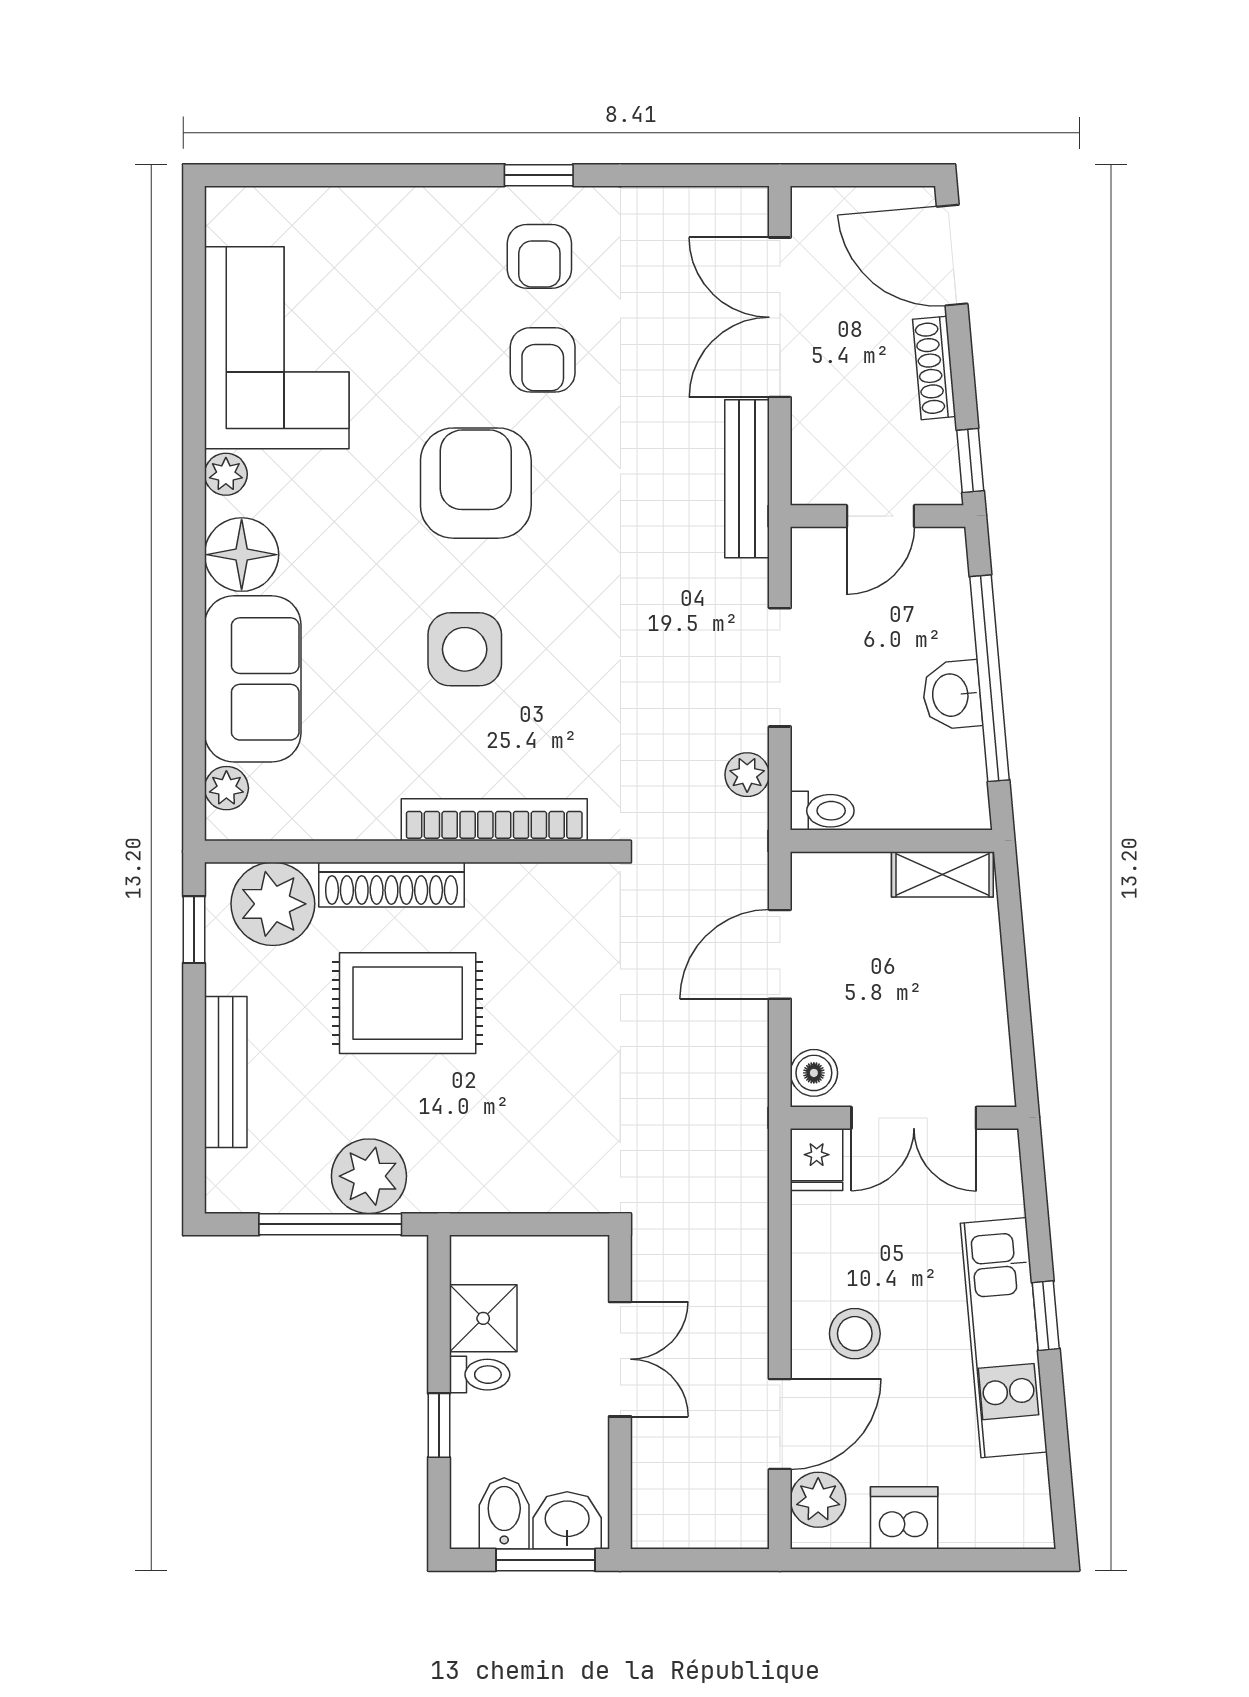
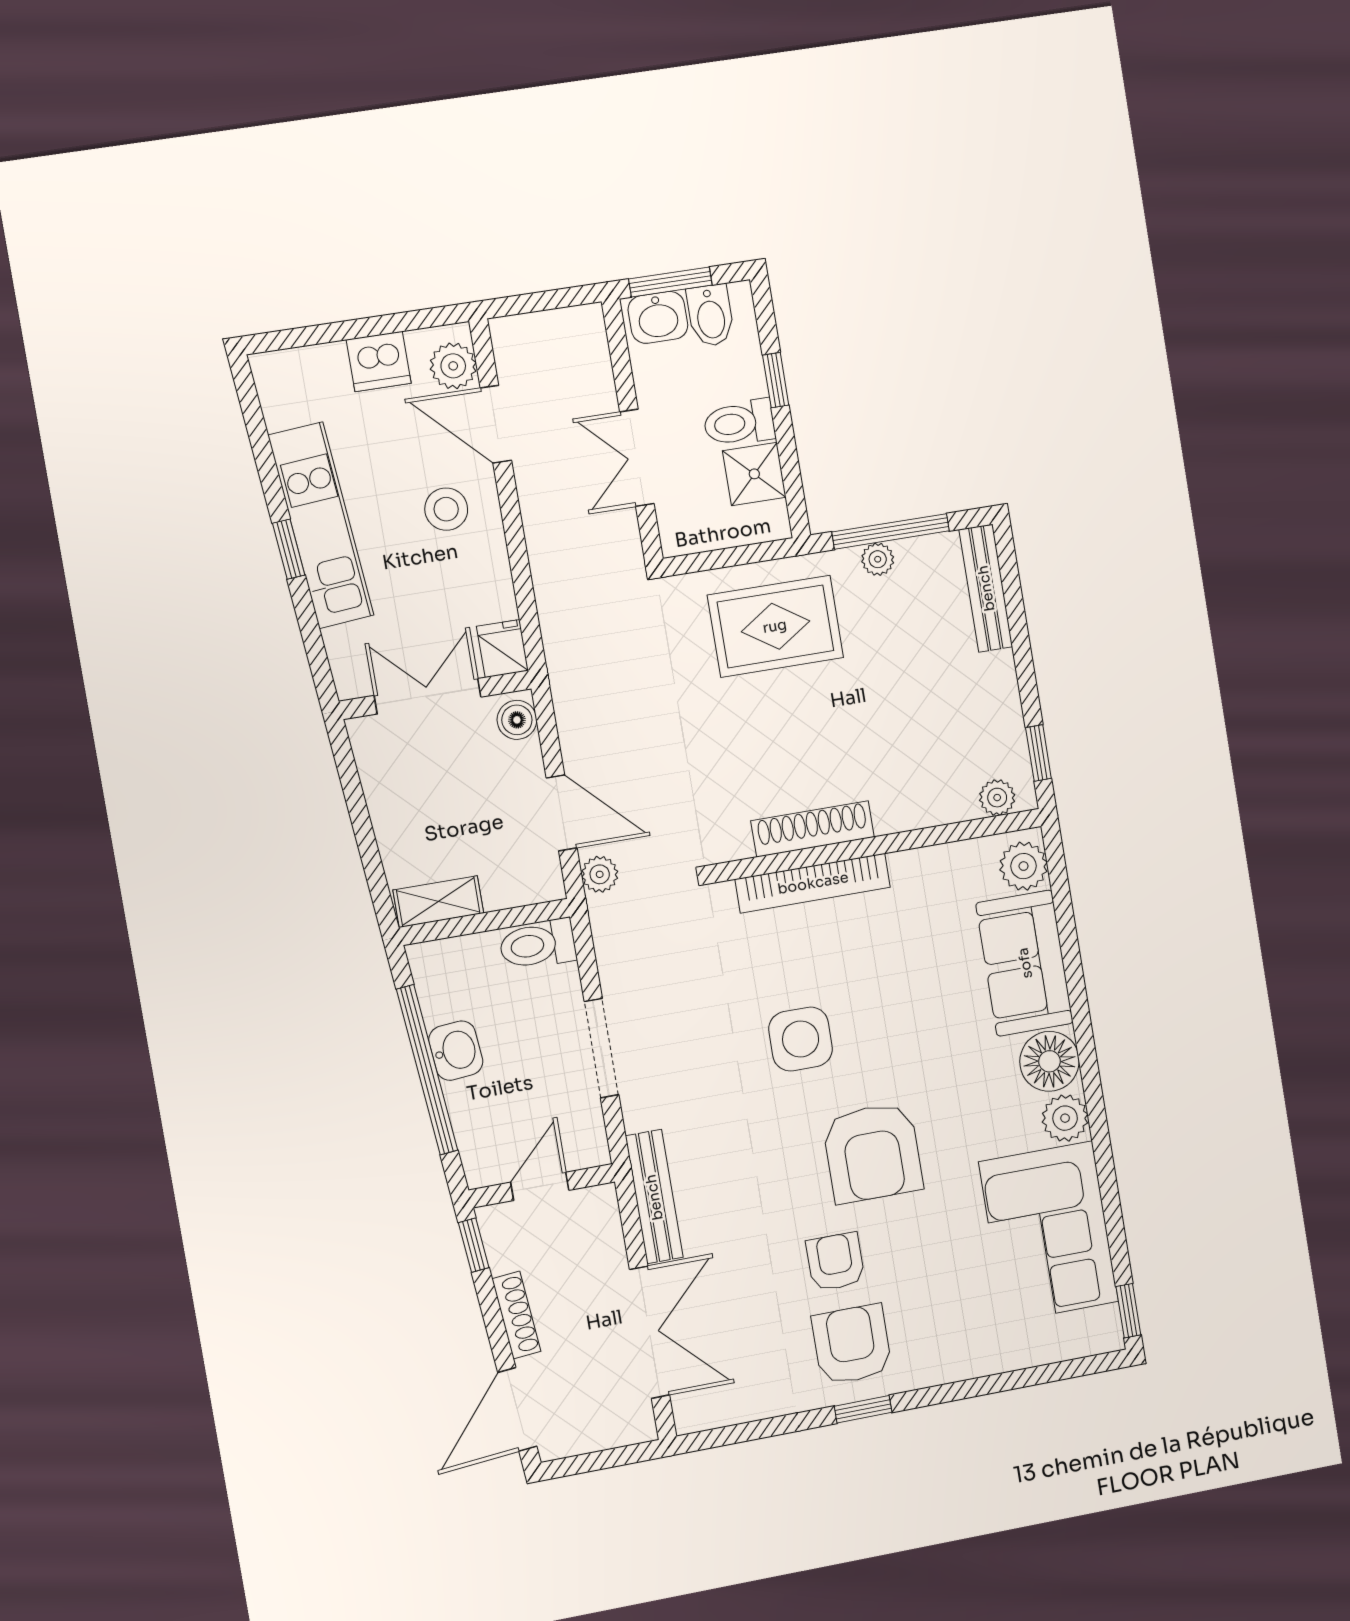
window: (194, 233) -> (1128, 1311), added
door: (952, 255) -> (517, 1409), swing flipped
armchair: (539, 256) -> (852, 1344), width x1.38, depth x1.38
plant: (226, 474) -> (1065, 1118), width x1.38, depth x1.38
side table: (465, 649) -> (801, 1039), moved
plant: (747, 775) -> (600, 874), moved
plant: (226, 788) -> (1024, 866), width x1.38, depth x1.38
toilet: (822, 811) -> (538, 944), width x1.37, depth x1.39
shoe rack: (391, 885) -> (813, 829), moved
plant: (273, 904) -> (997, 798), width x0.53, depth x0.53
door: (780, 954) -> (562, 813), hinge flipped
rug: (408, 1003) -> (775, 626), moved
bench: (226, 1072) -> (986, 588), moved
plant: (369, 1176) -> (878, 559), width x0.53, depth x0.53
toilet: (480, 1375) -> (739, 423), width x1.37, depth x1.39
door: (780, 1424) -> (496, 424), hinge flipped

